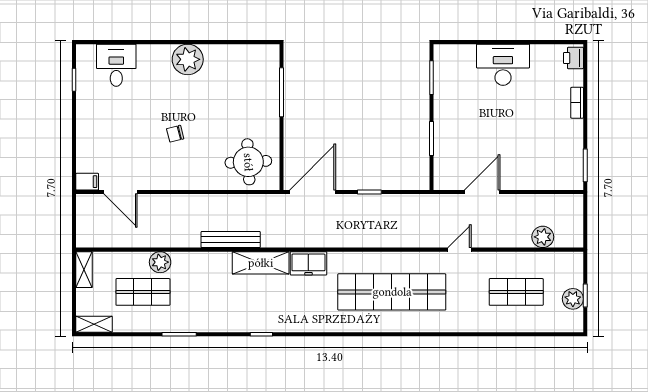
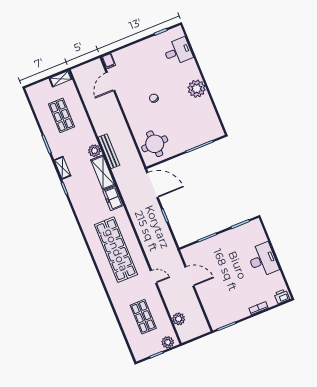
plant: (160, 262) -> (94, 151), moved
plant: (573, 299) -> (168, 342), moved
shelving: (94, 324) -> (62, 168), moved

